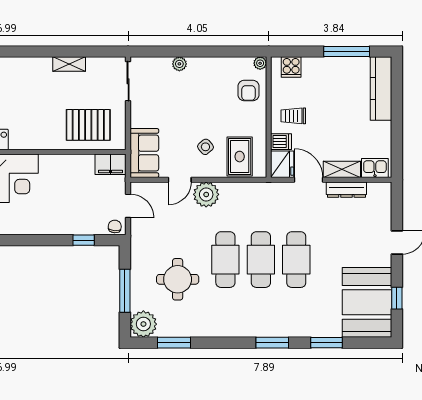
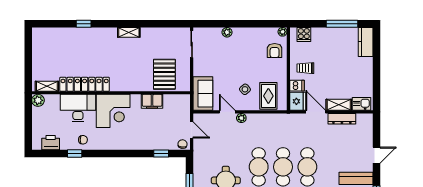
shelving: (69, 64) -> (129, 32), moved
kitchen counter: (381, 89) -> (366, 42), width x0.67
pallet: (88, 125) -> (164, 74), turned 90
filing cabinet: (110, 164) -> (152, 101), moved
door: (180, 180) -> (227, 112), swing flipped
plant: (206, 194) -> (241, 118), width x0.53, depth x0.53

